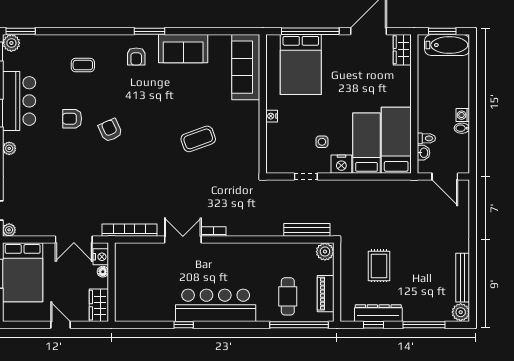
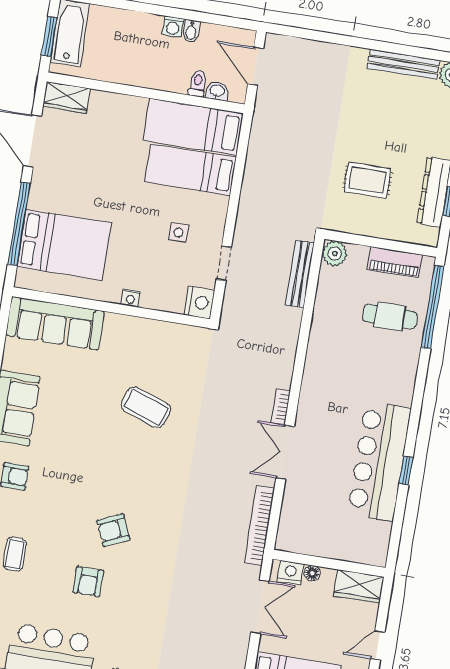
coffee table: (198, 139) -> (146, 407), turned -51
nightstand: (341, 164) -> (199, 302), moved
door: (445, 176) -> (256, 66), swing flipped
bar counter: (216, 305) -> (379, 461), moved

